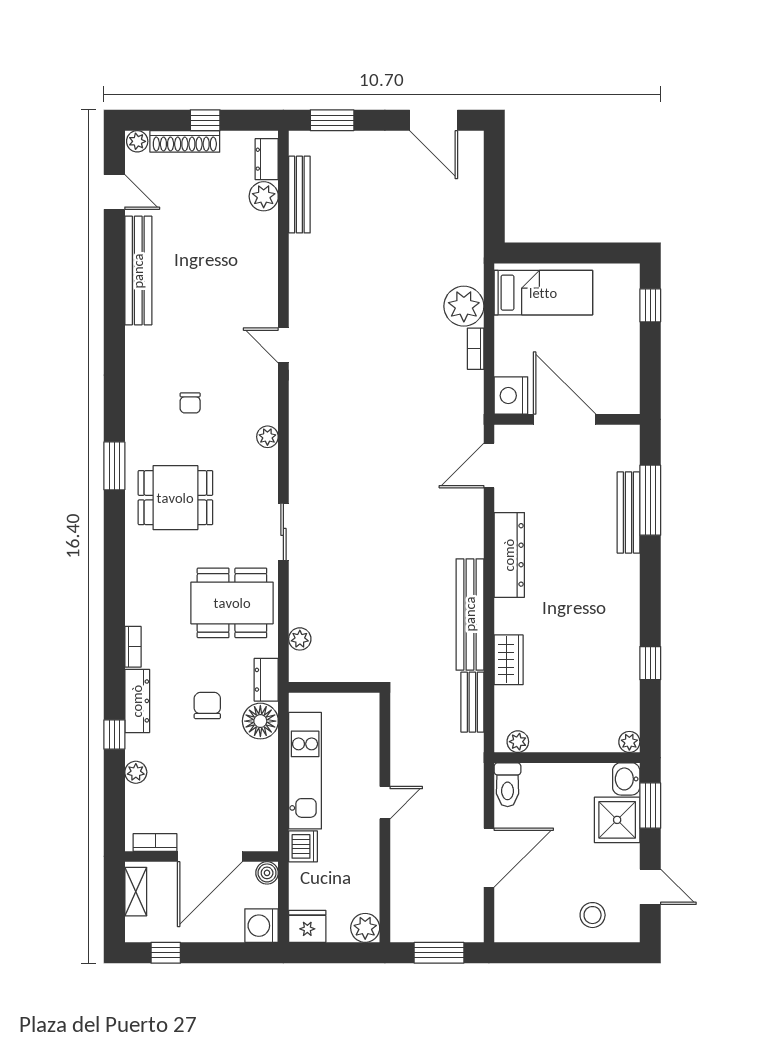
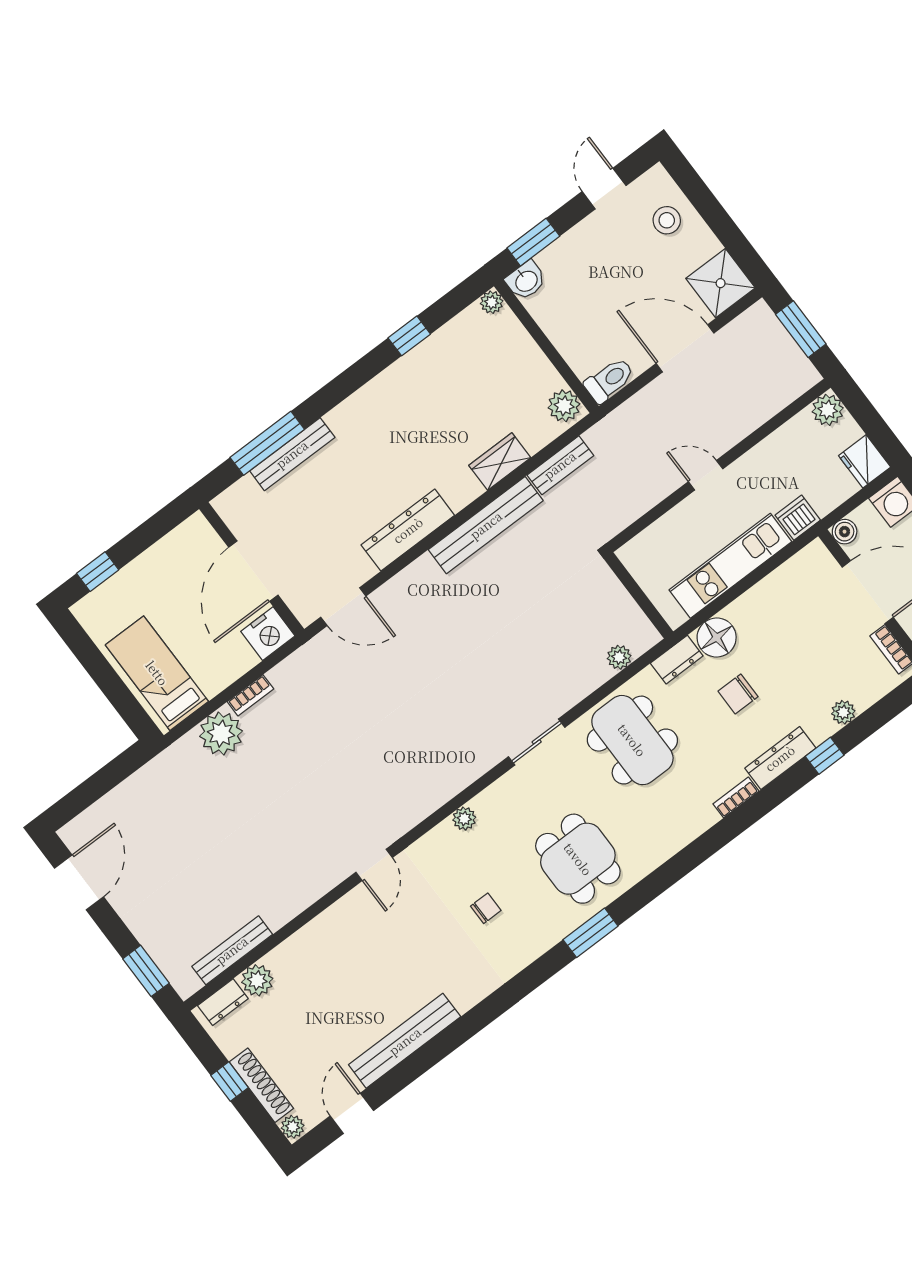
plant: (518, 742) -> (564, 406), width x1.38, depth x1.38
shower: (617, 820) -> (721, 283), moved

